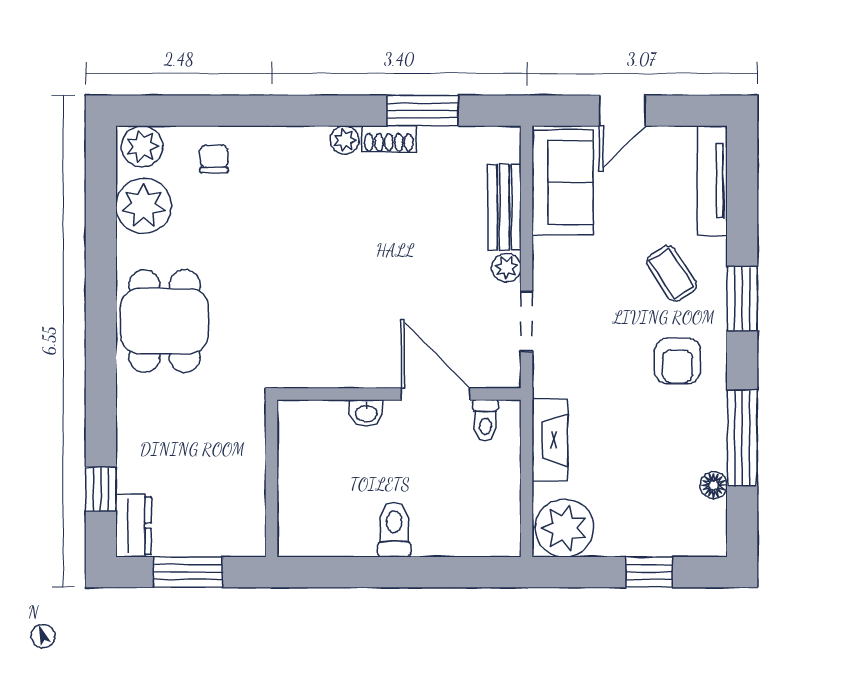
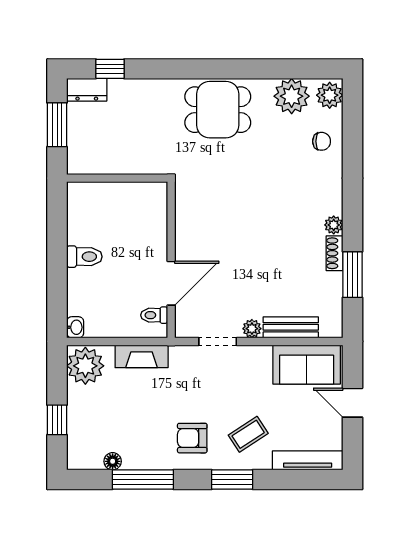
washbasin: (366, 413) -> (75, 327), moved, turned 180

